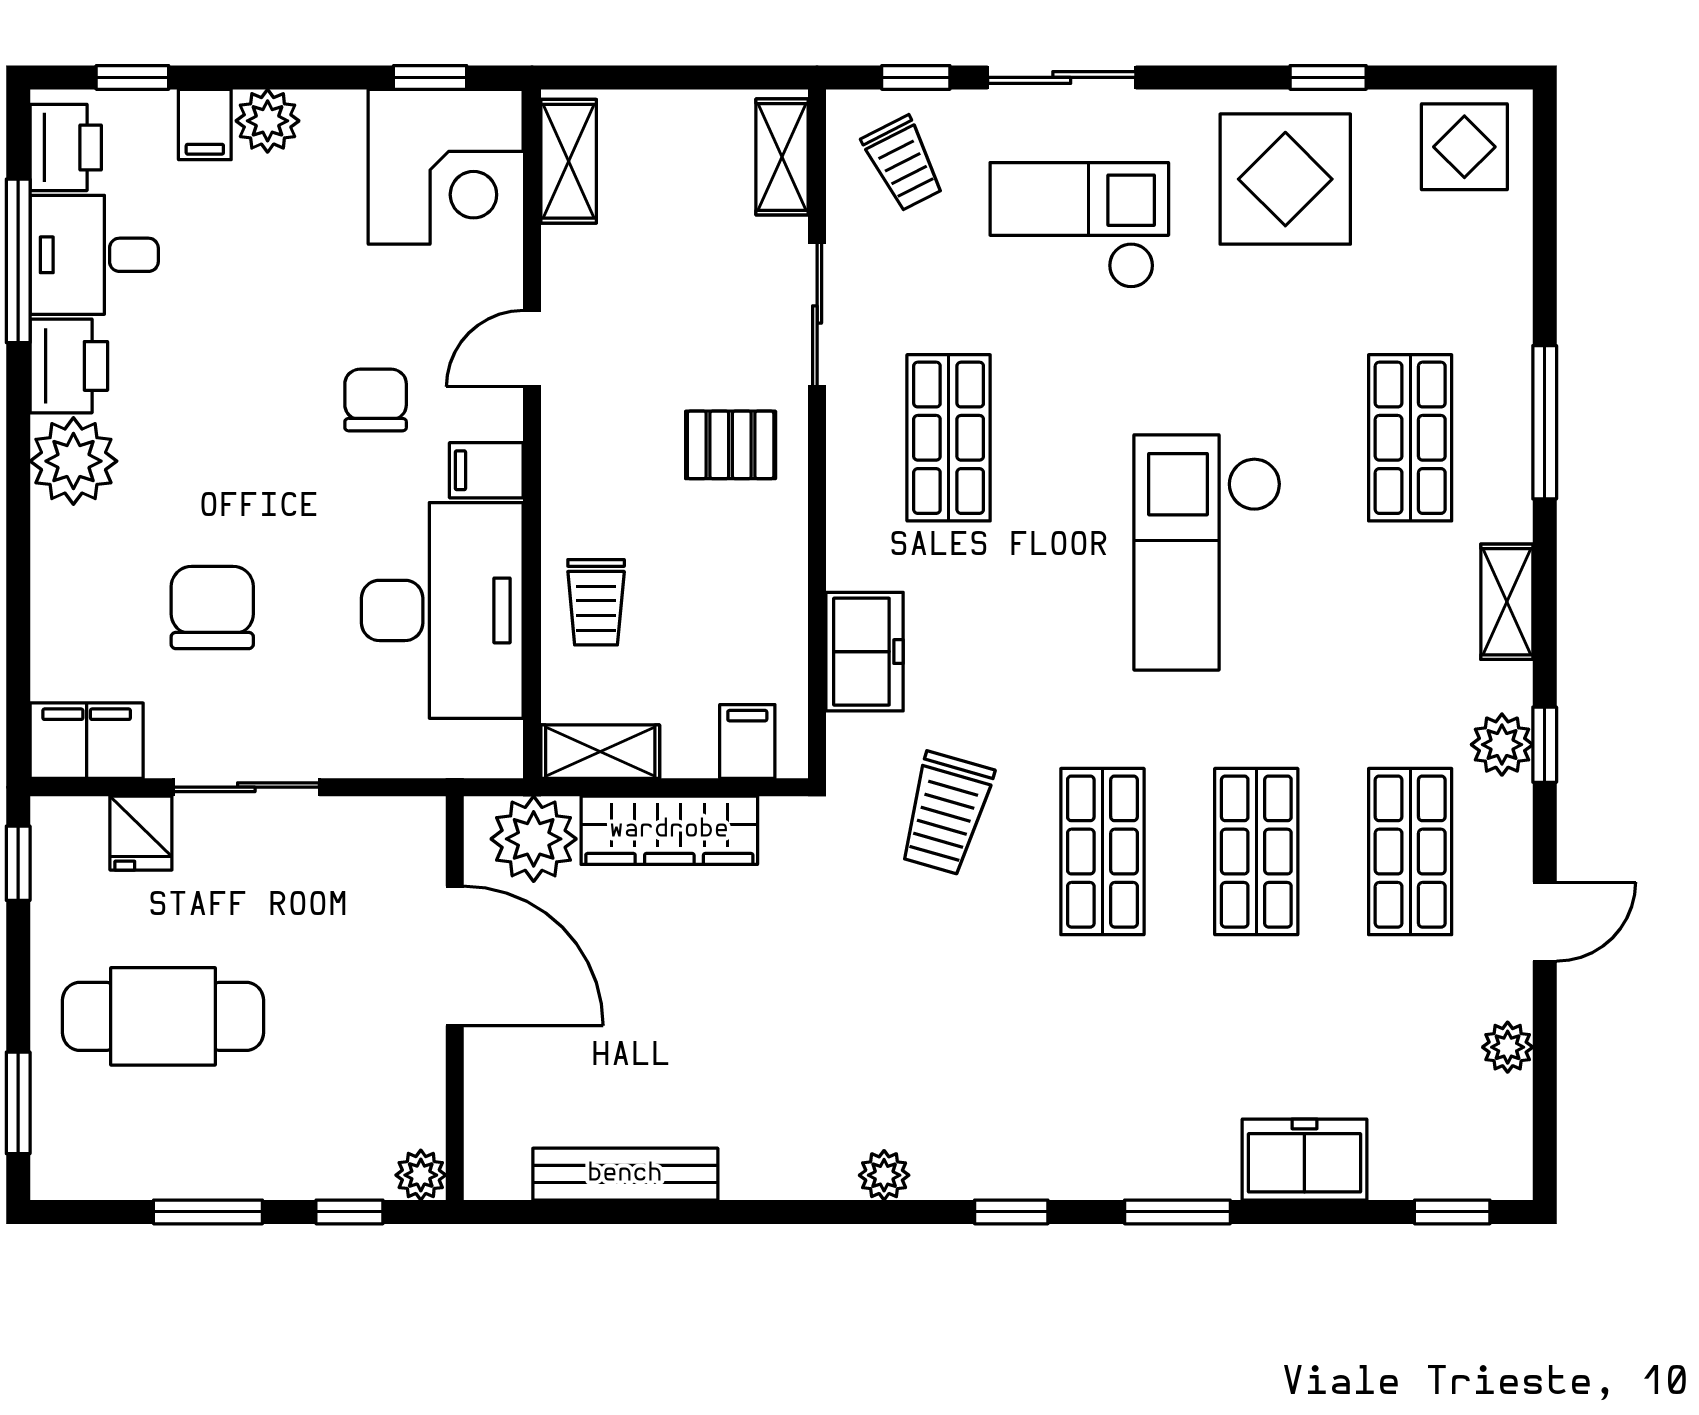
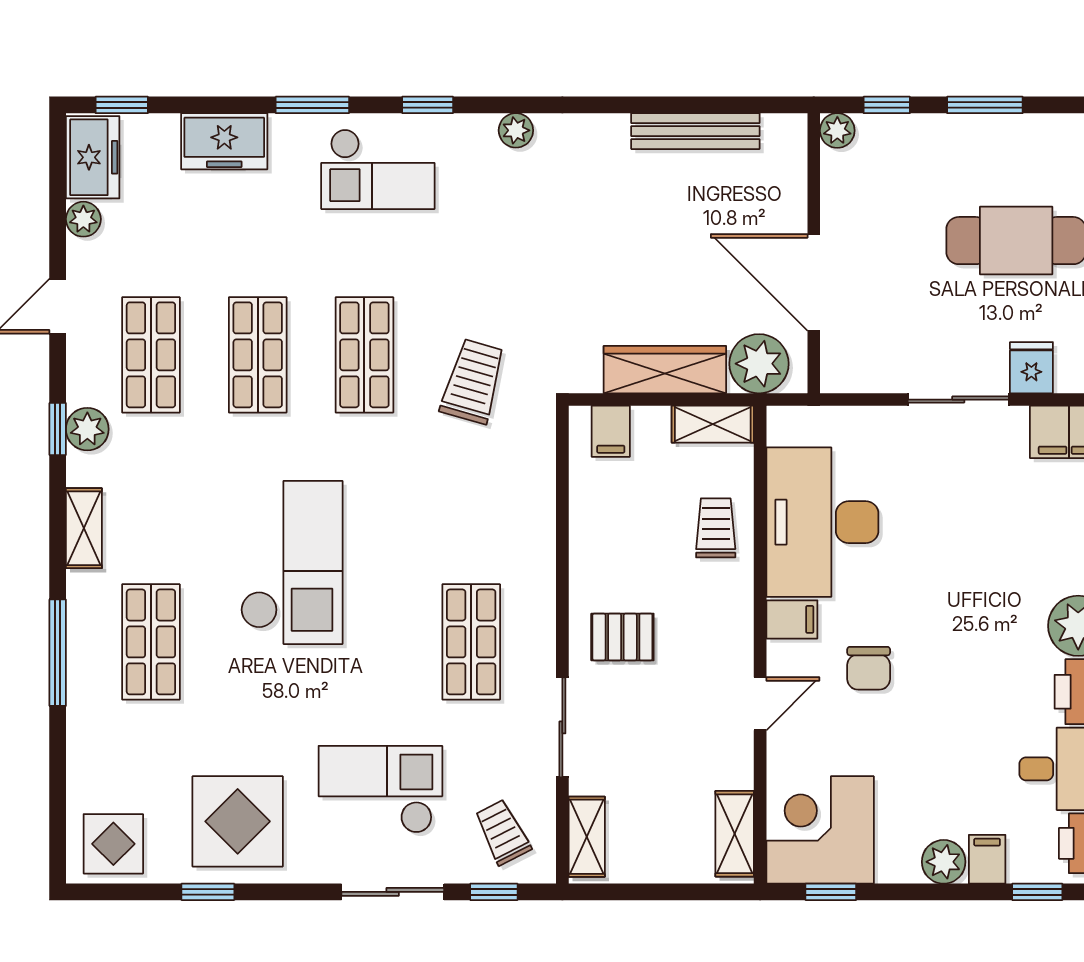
checkout: (1079, 225) -> (380, 789), turned 180
chair: (212, 608) -> (982, 524), removed
freezer: (865, 652) -> (93, 157), moved, turned 180
checkout: (1083, 1119) -> (378, 169), added

